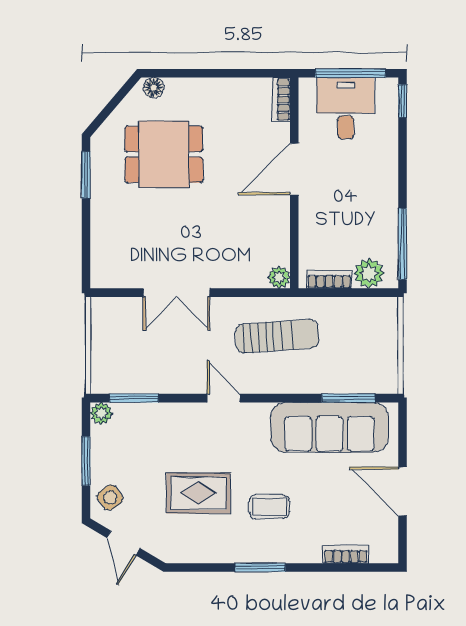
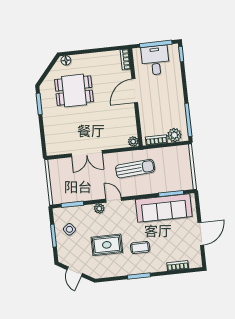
plant: (101, 413) -> (99, 209), moved
door: (403, 491) -> (201, 234), swing flipped
side table: (110, 497) -> (69, 229), moved

